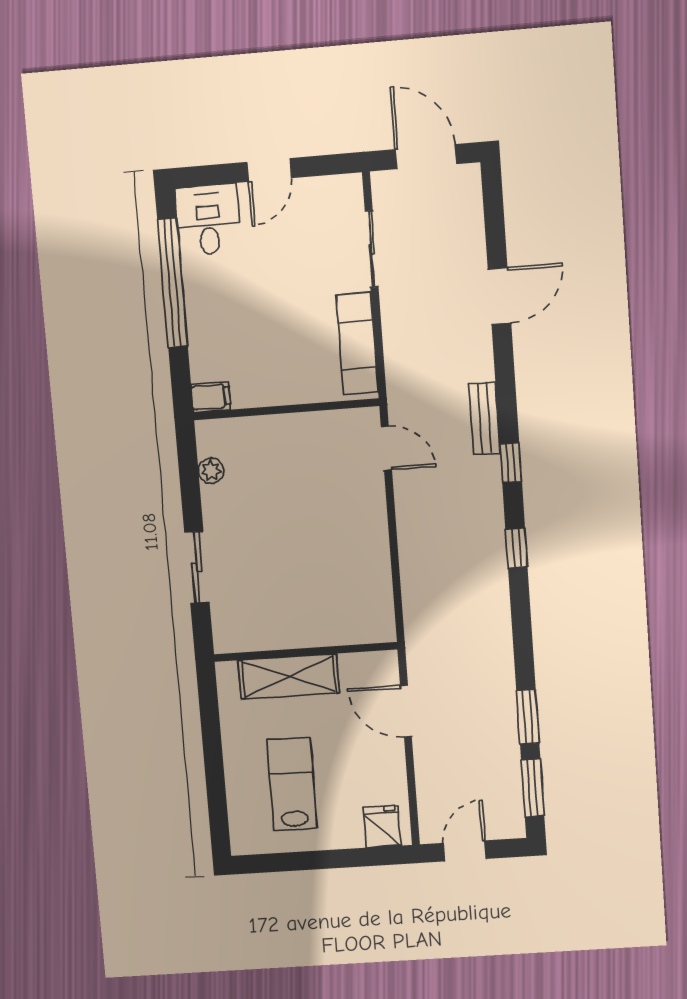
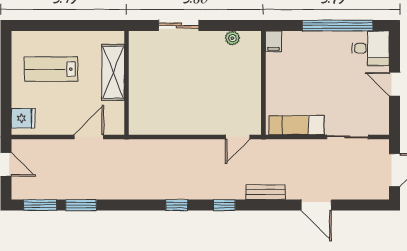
bench: (484, 418) -> (266, 192), moved
lab bench: (292, 784) -> (51, 69), turned 180

